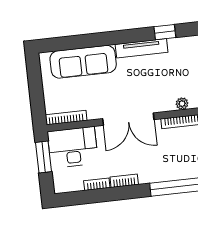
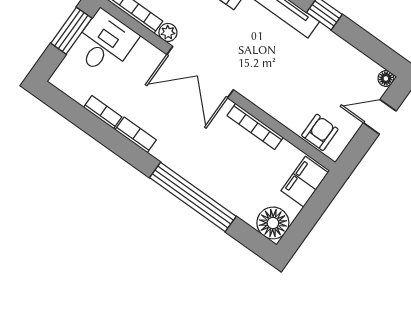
plant: (182, 104) -> (168, 32), moved
desk: (73, 147) -> (105, 43), width x0.73

